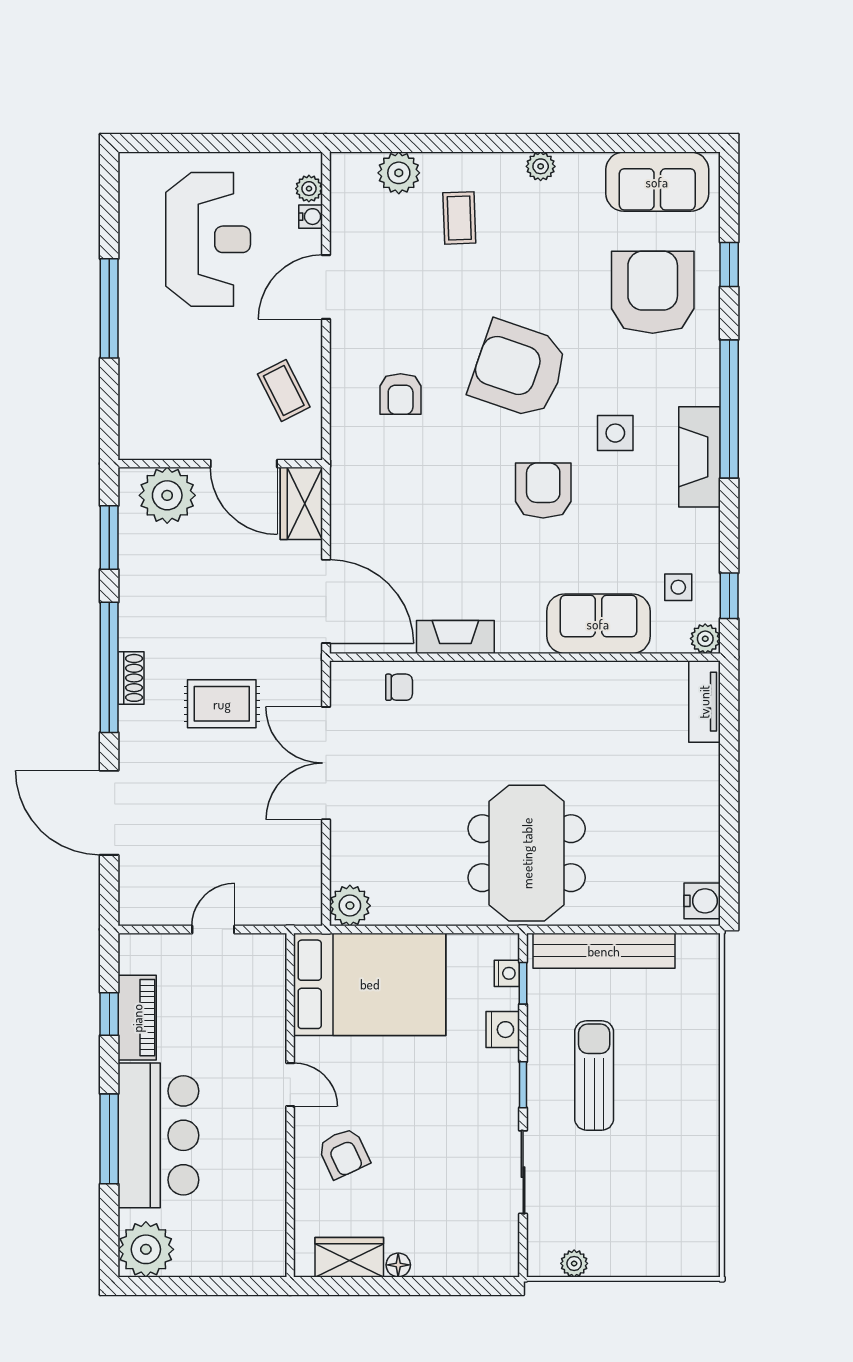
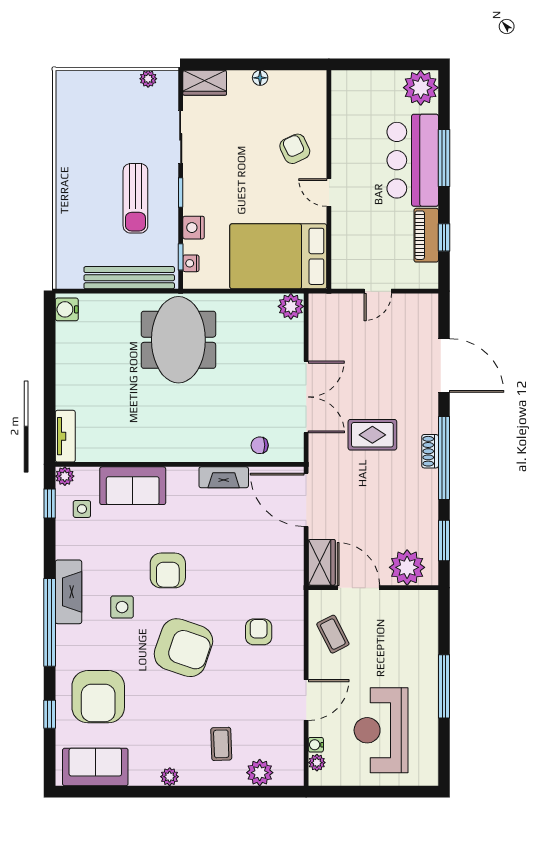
wardrobe: (349, 1257) -> (205, 83), moved

